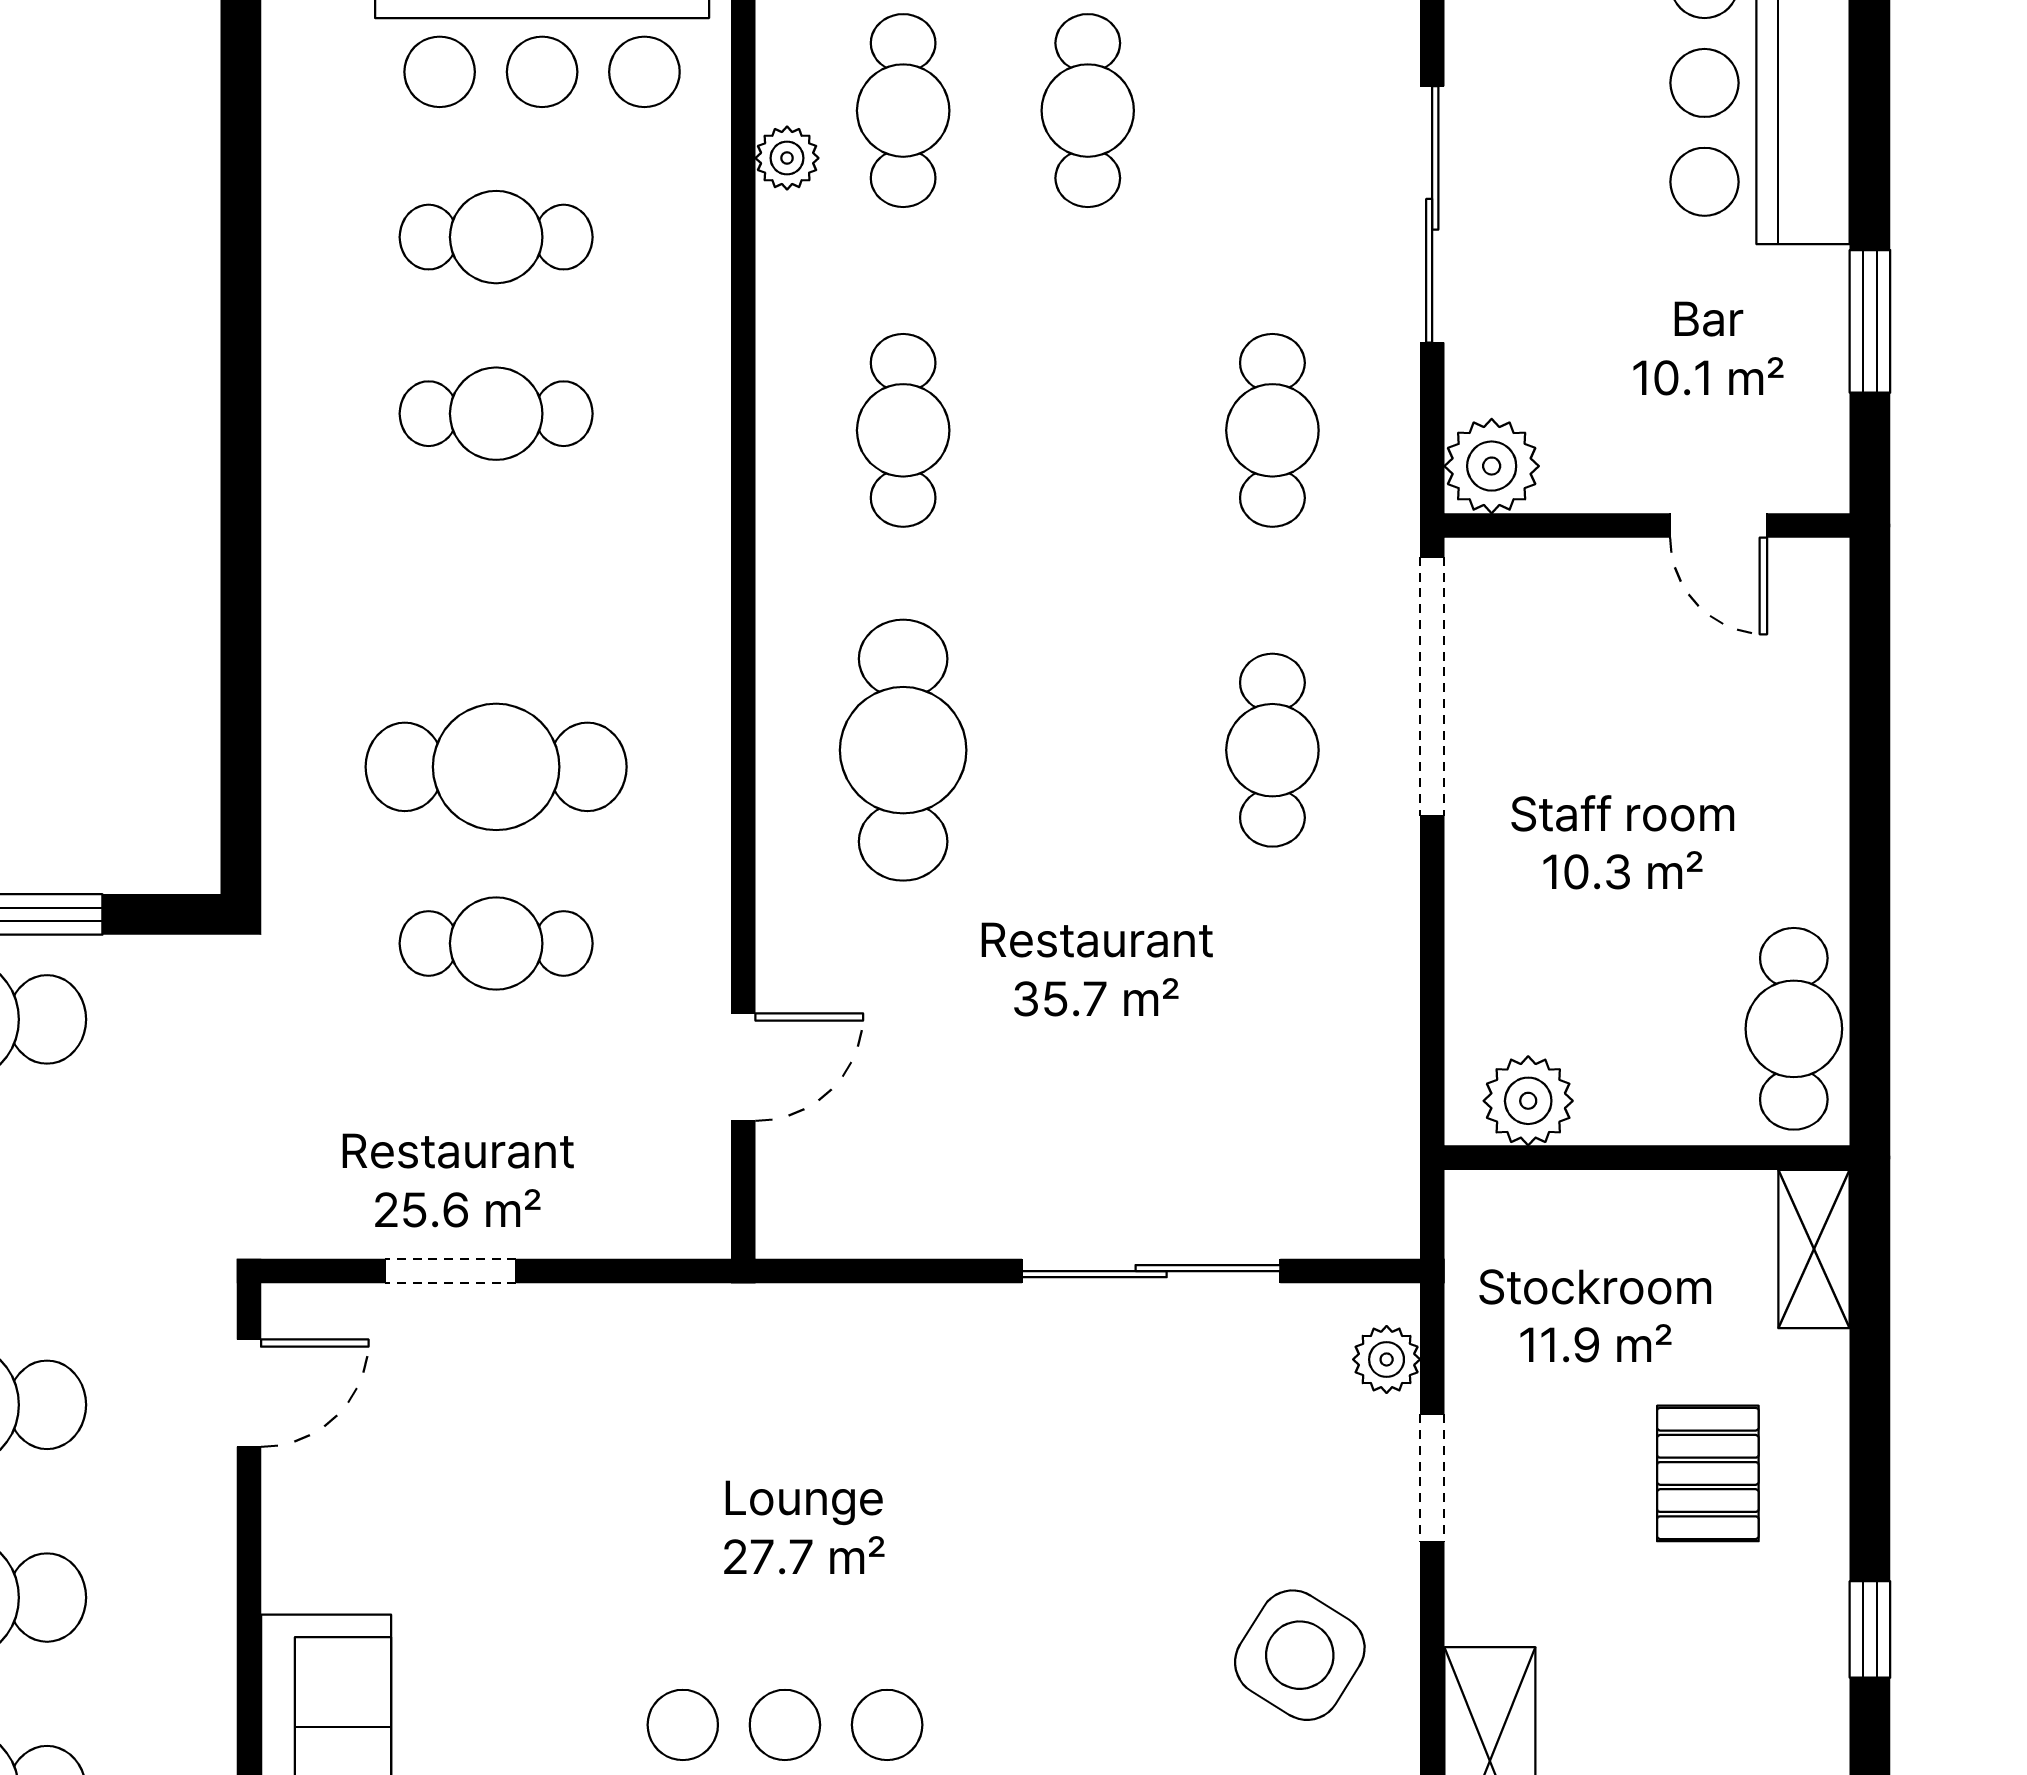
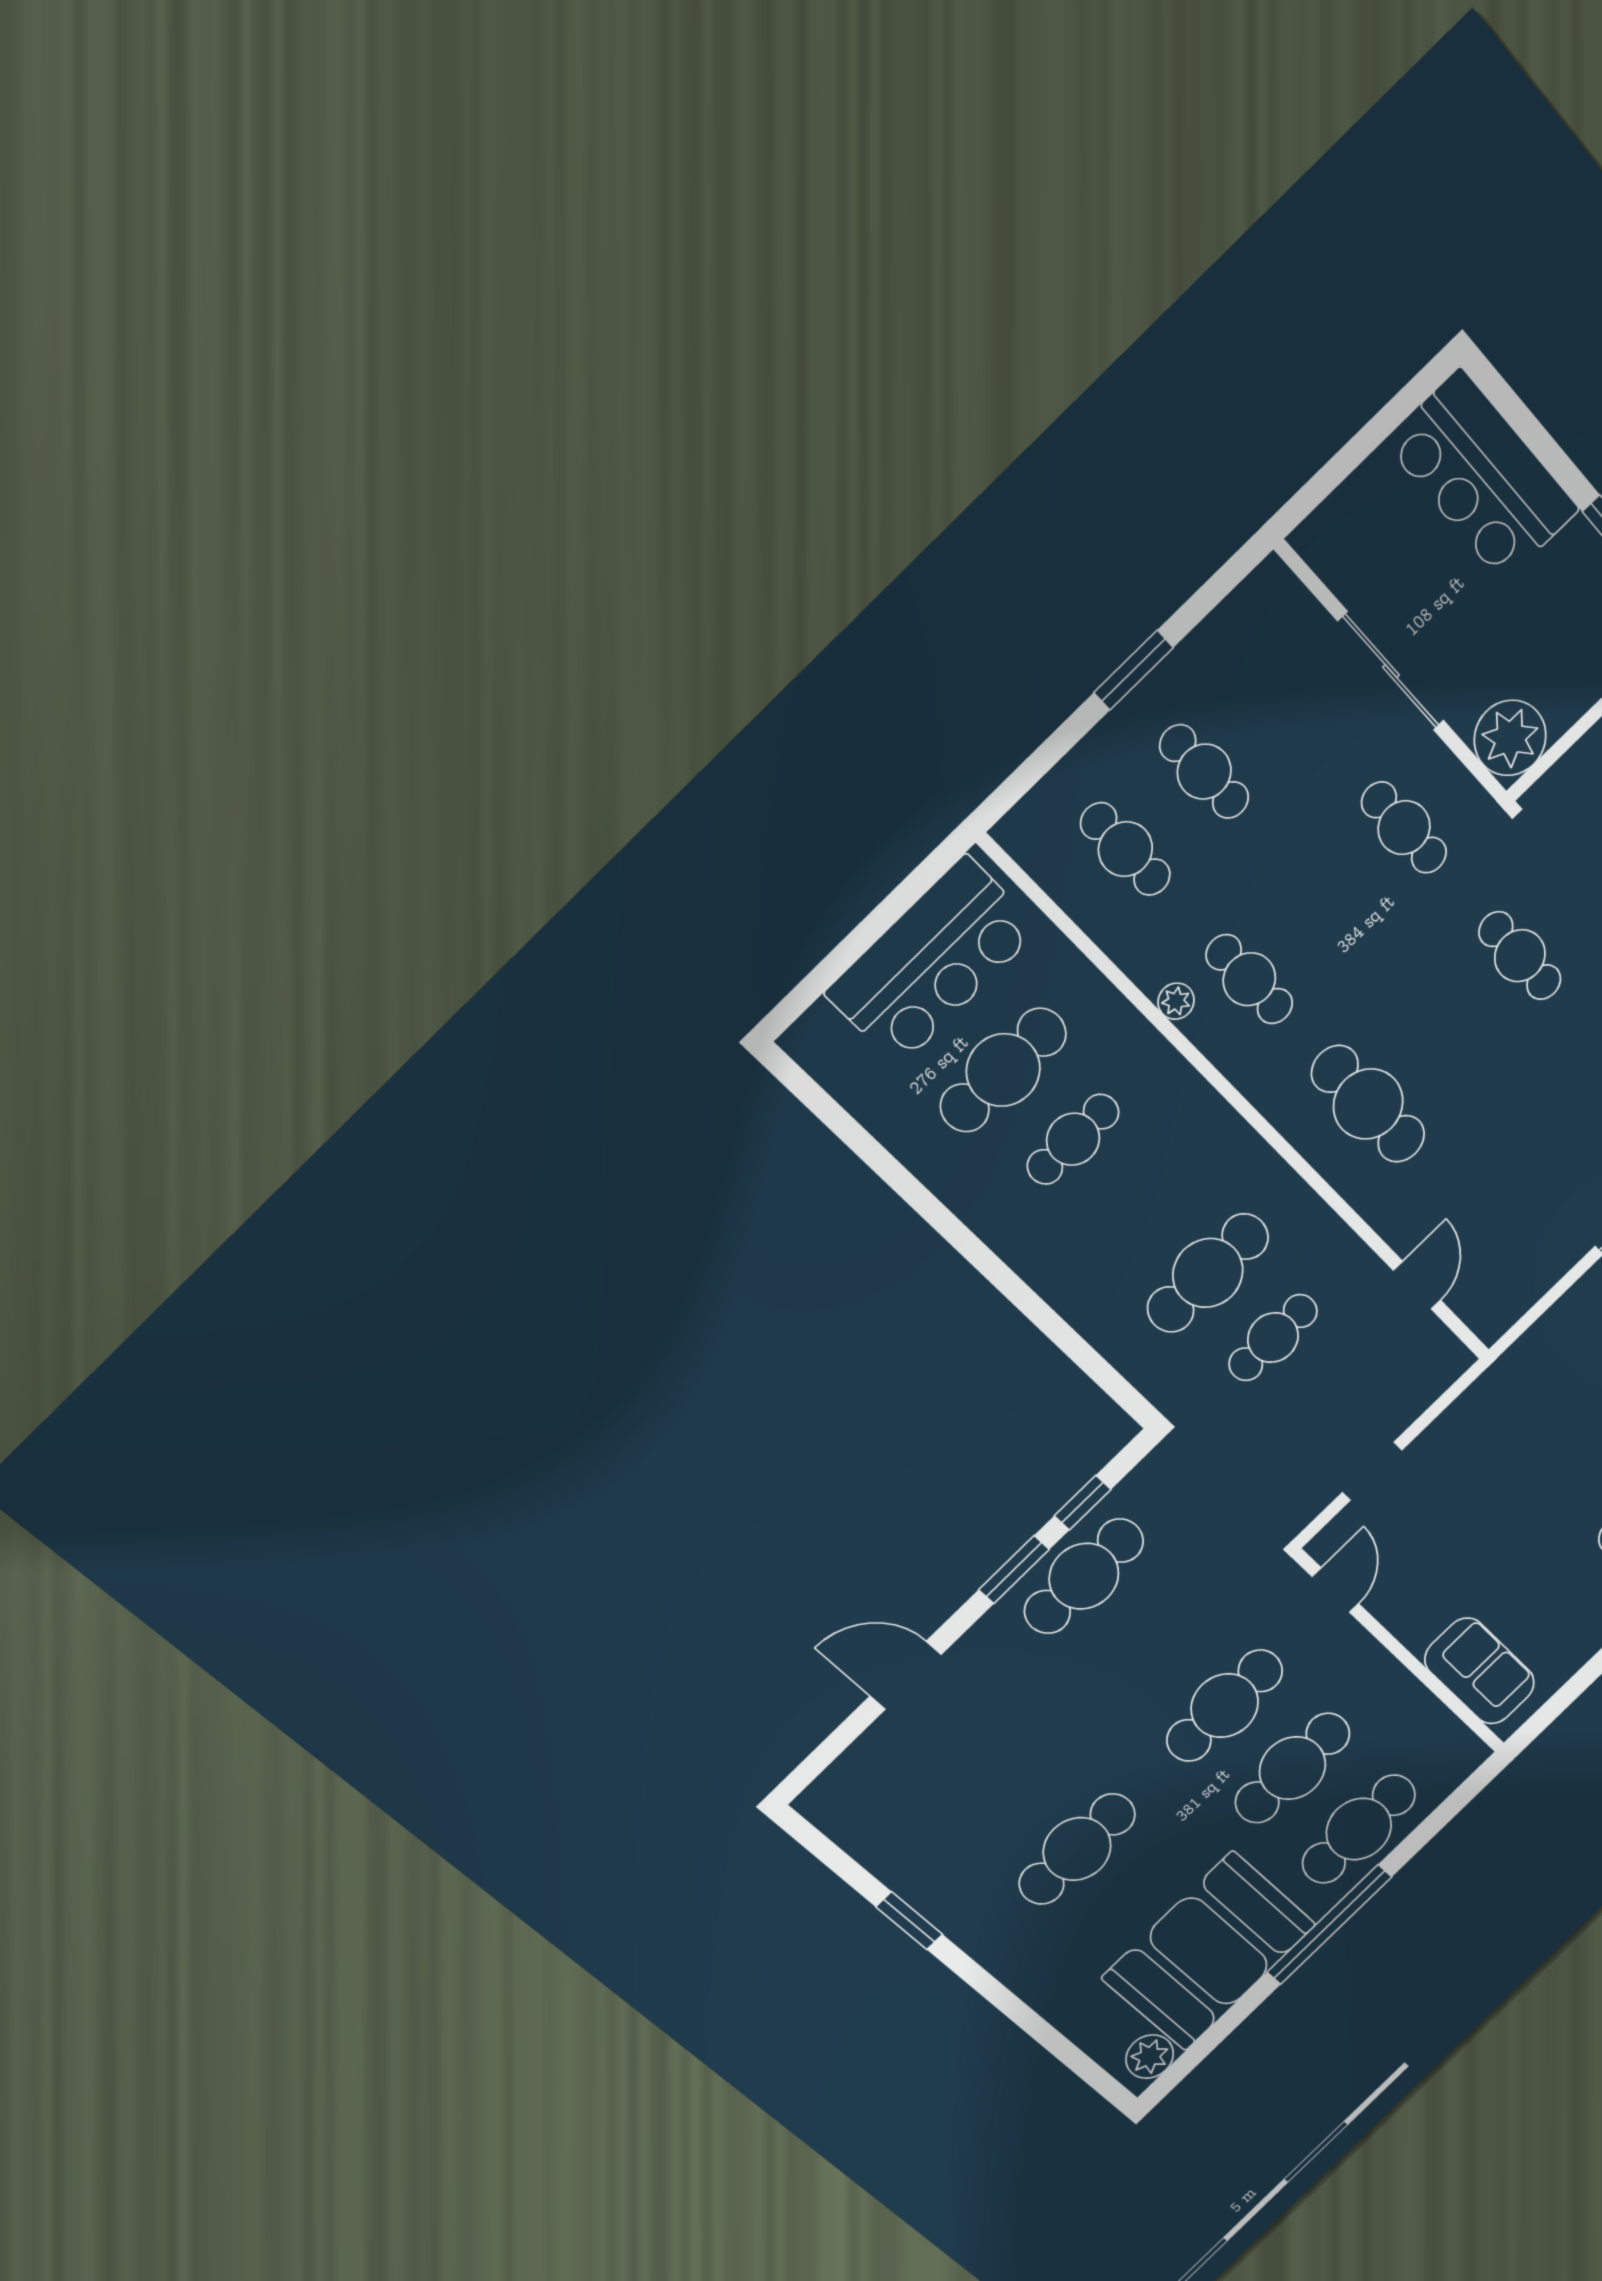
plant: (787, 158) -> (1176, 1001), moved
cafe table: (496, 237) -> (1003, 1070), width x1.37, depth x1.35
plant: (1492, 466) -> (1510, 738), width x1.36, depth x1.36

